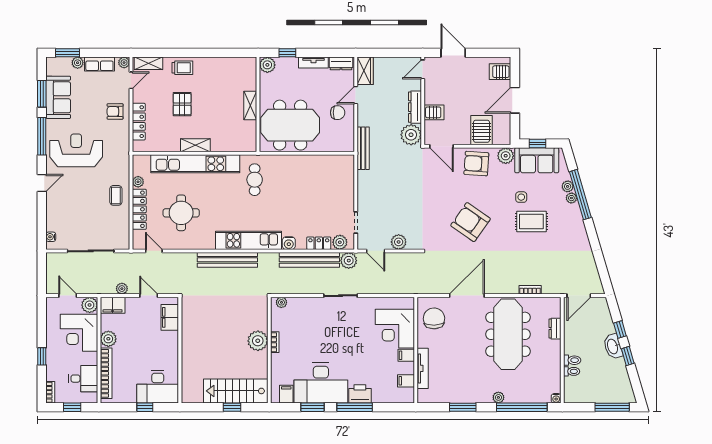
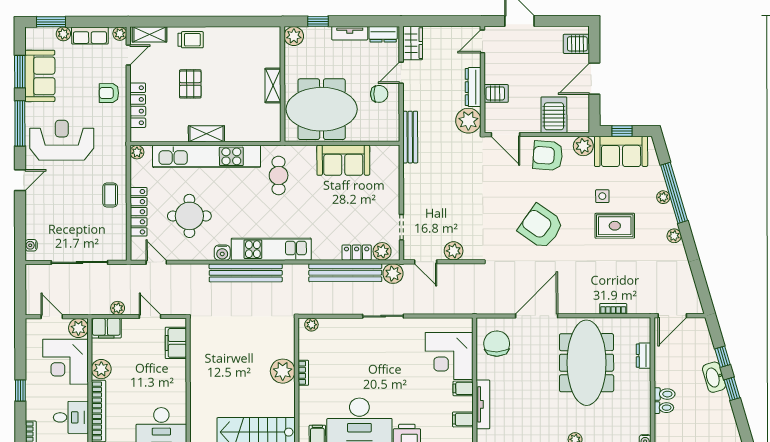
sofa: (308, 167) -> (343, 160), added
plant: (138, 182) -> (137, 152), moved
plant: (568, 186) -> (674, 236), moved
water cooler: (289, 243) -> (222, 253), moved

